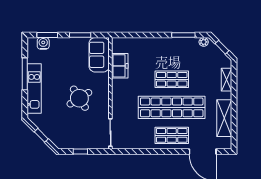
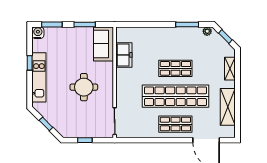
water cooler: (43, 43) -> (38, 33), moved
window: (25, 74) -> (30, 63), width x0.46
round table: (79, 98) -> (84, 87), turned 32

